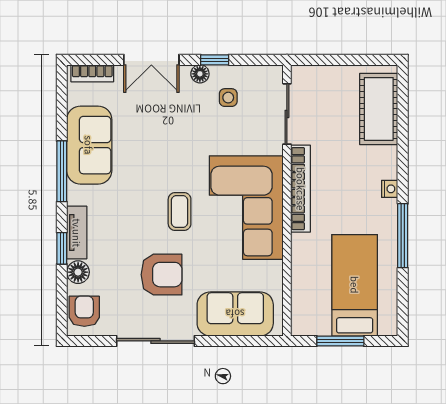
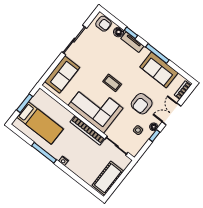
cot: (379, 109) -> (108, 178), moved, turned 90
armchair: (161, 275) -> (142, 104), moved

